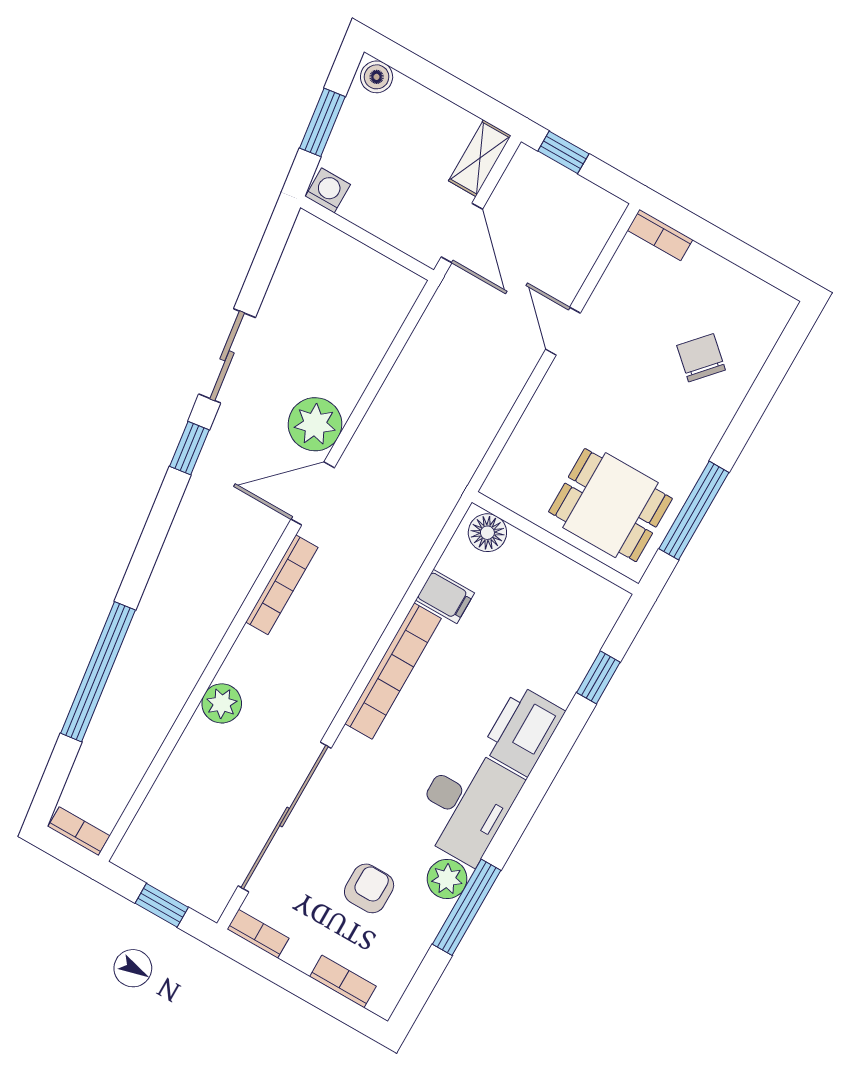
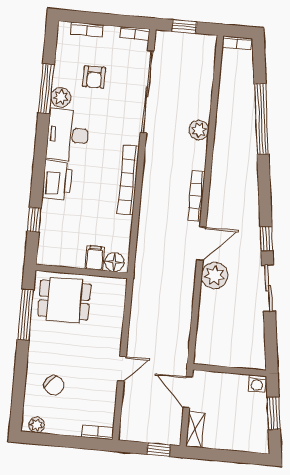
boiler: (377, 77) -> (259, 445), removed
plant: (766, 300) -> (37, 425), added
door: (563, 331) -> (122, 369), hinge flipped
filing cabinet: (445, 596) -> (95, 258), moved, turned 90

